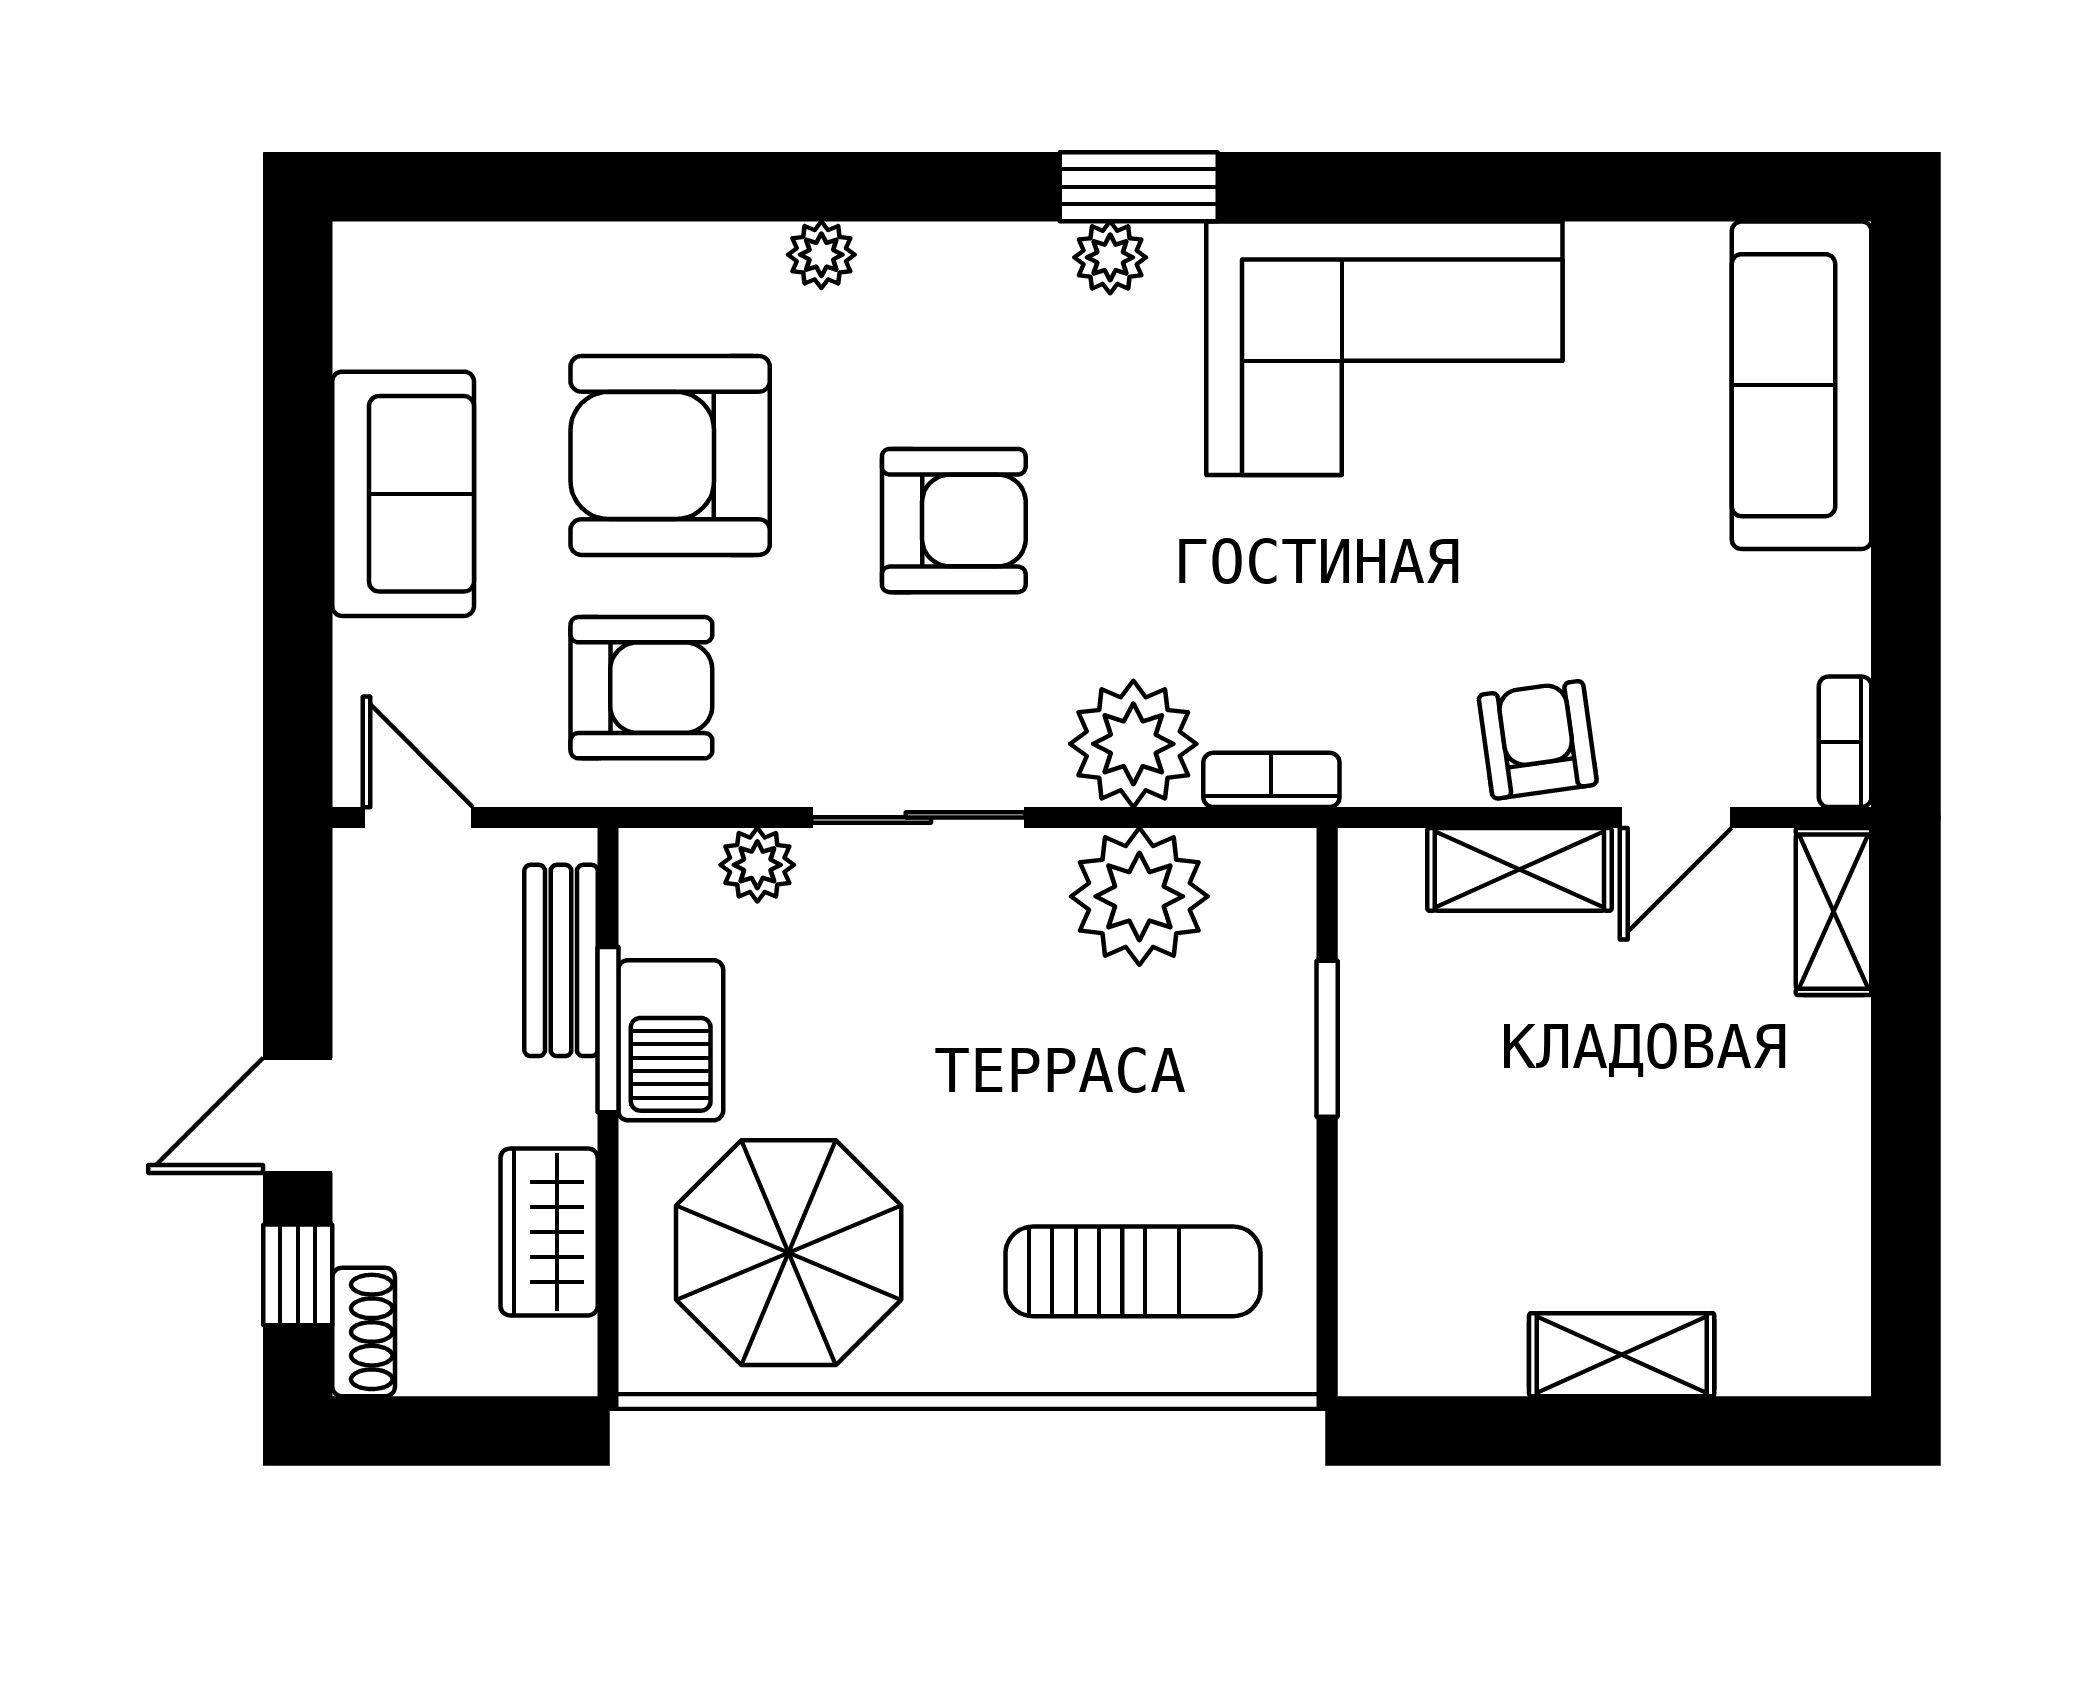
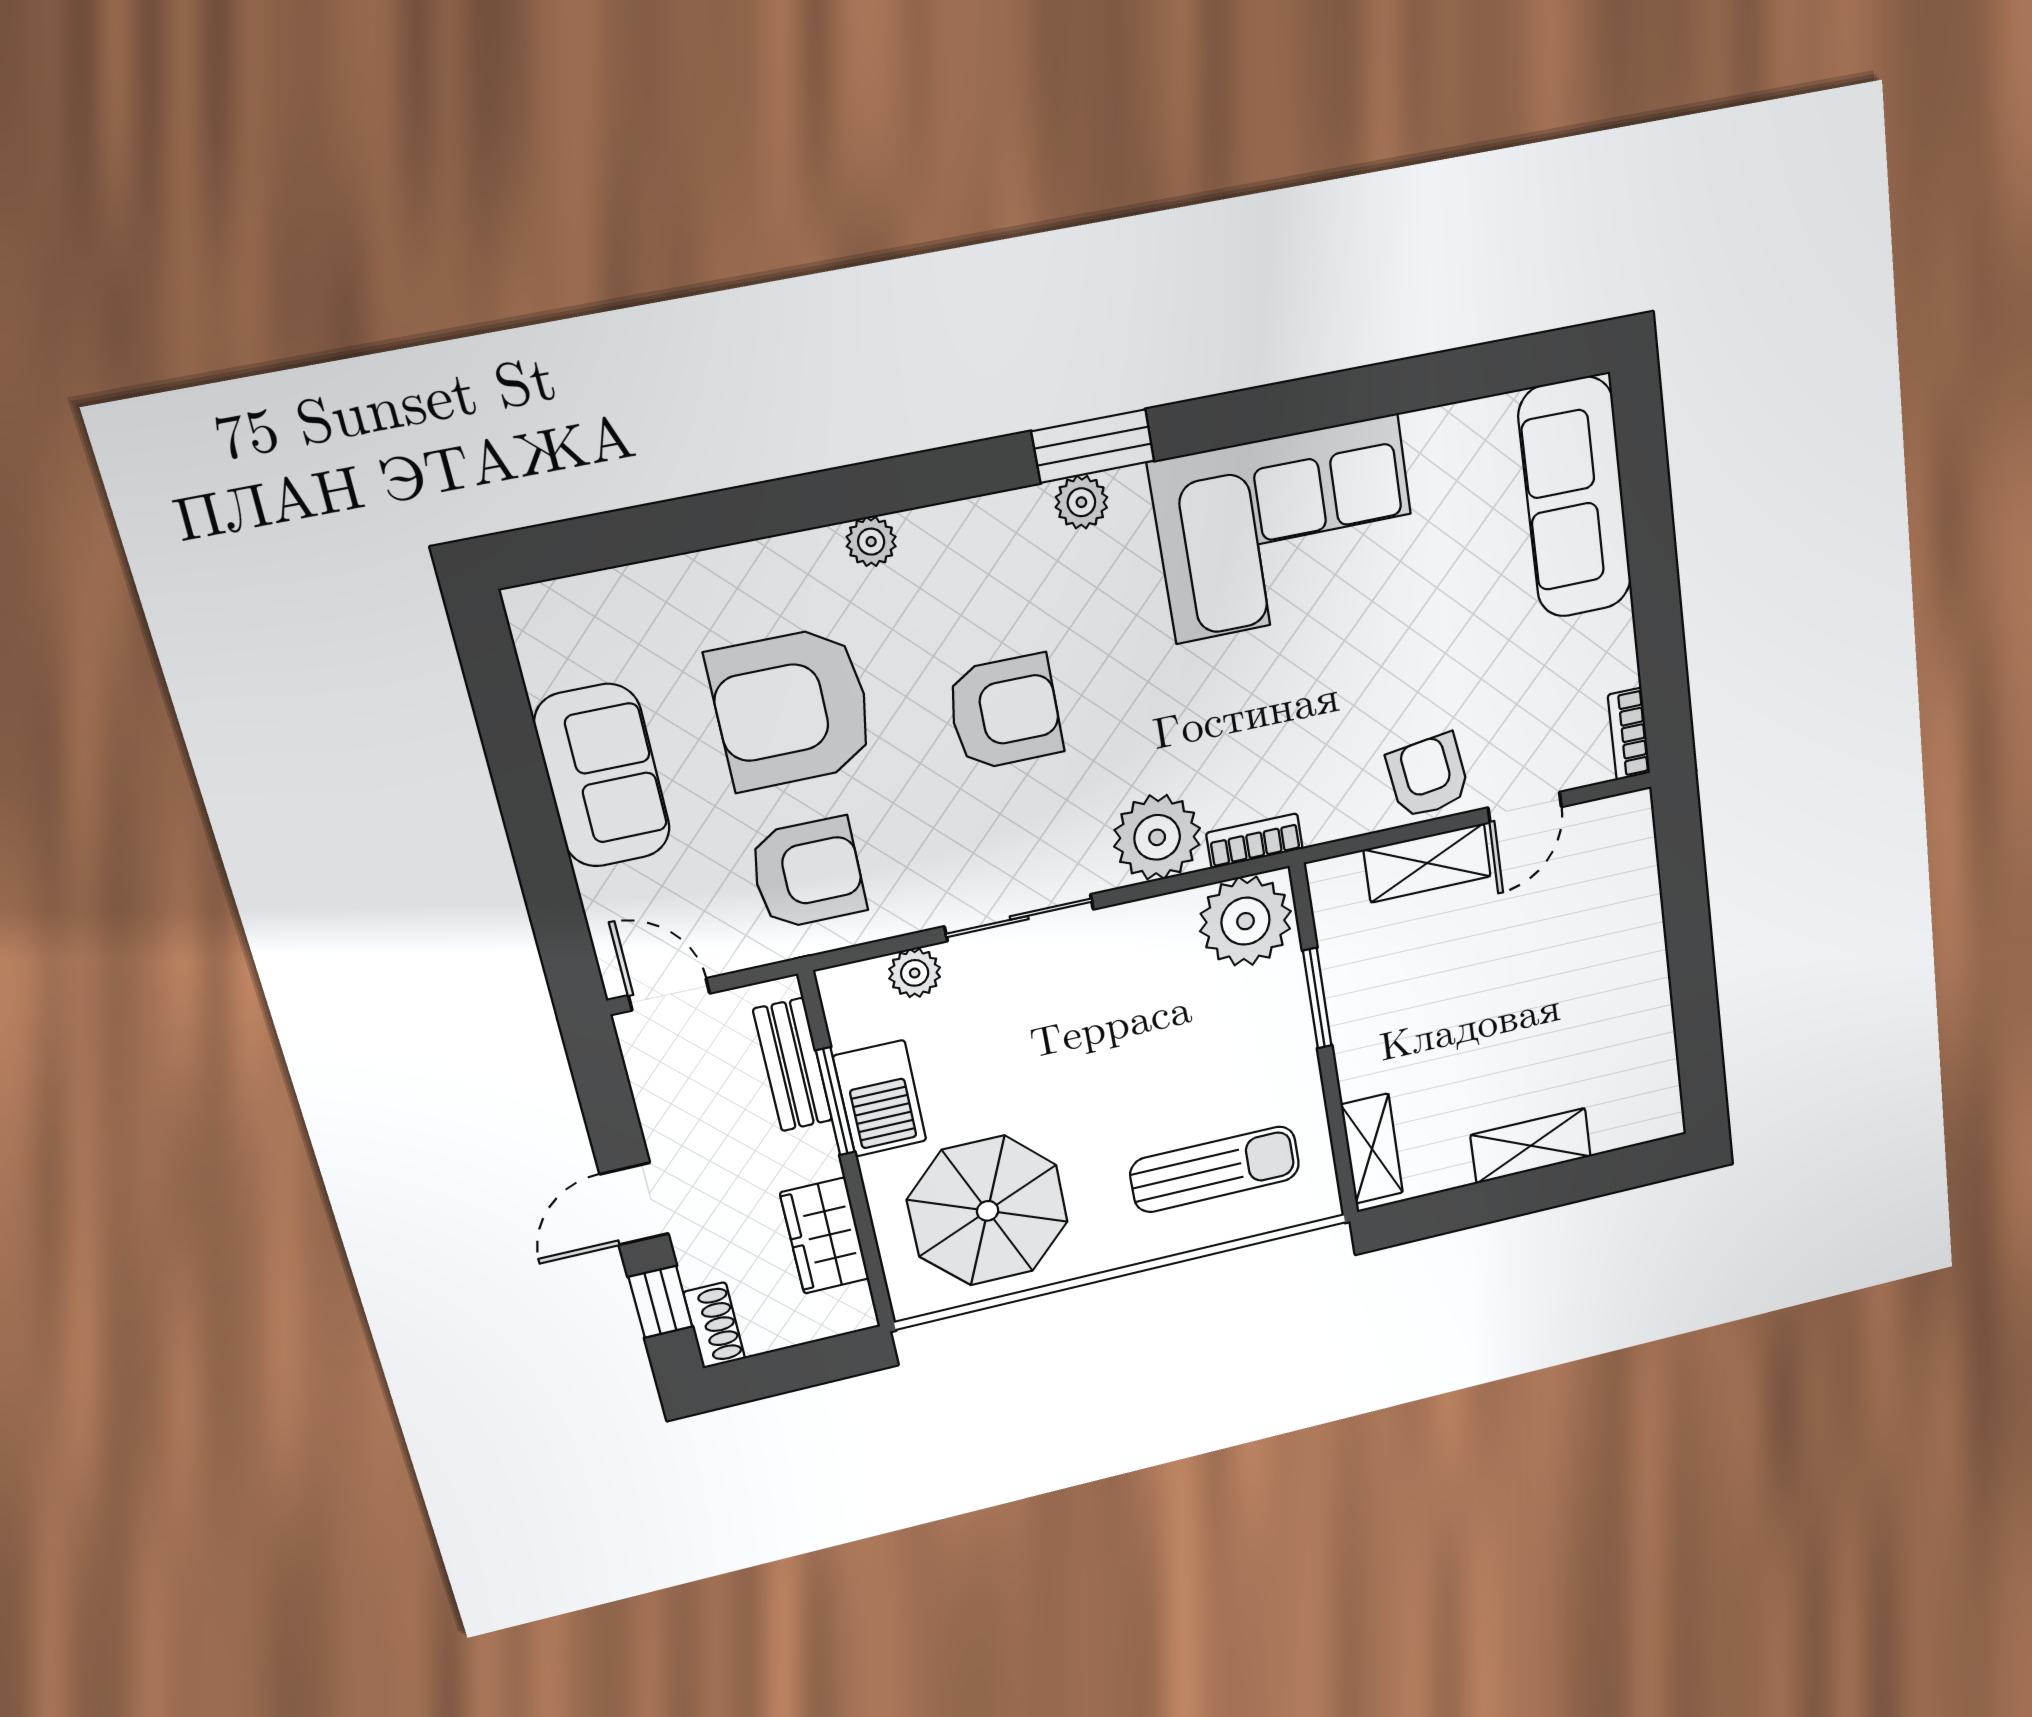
plant: (1139, 896) -> (1245, 921), moved
shelving: (1834, 912) -> (1372, 1149), moved

